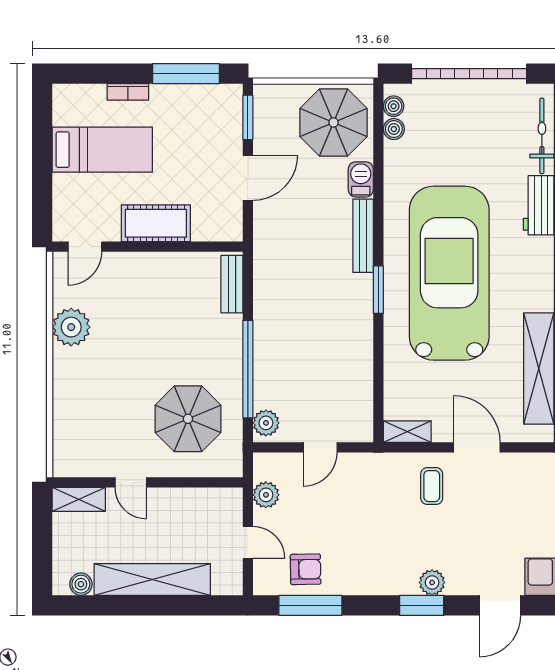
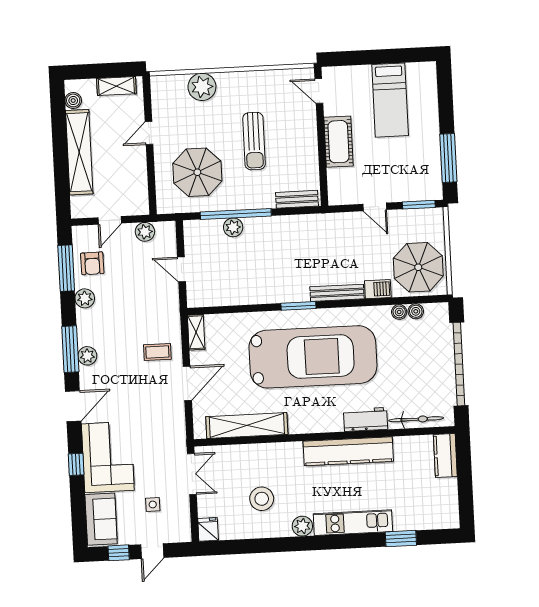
bookcase: (128, 92) -> (433, 117), removed
boiler: (394, 106) -> (399, 312), moved
door: (248, 178) -> (375, 207), width x0.73
plant: (71, 327) -> (202, 87), moved
sun lounger: (149, 339) -> (254, 141), added
plant: (266, 423) -> (233, 227), moved
shelving: (79, 499) -> (116, 86), moved, turned 90
plant: (353, 582) -> (85, 298), added
window: (422, 605) -> (70, 349), width x1.44
door: (500, 605) -> (73, 406), swing flipped

